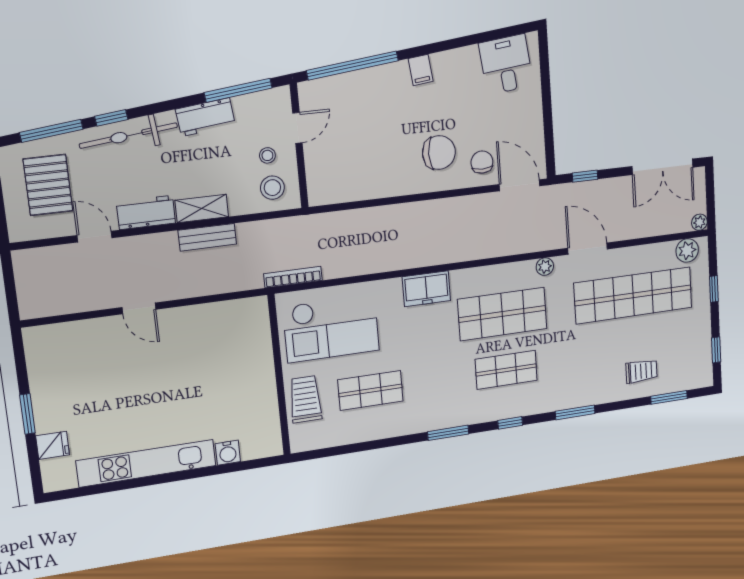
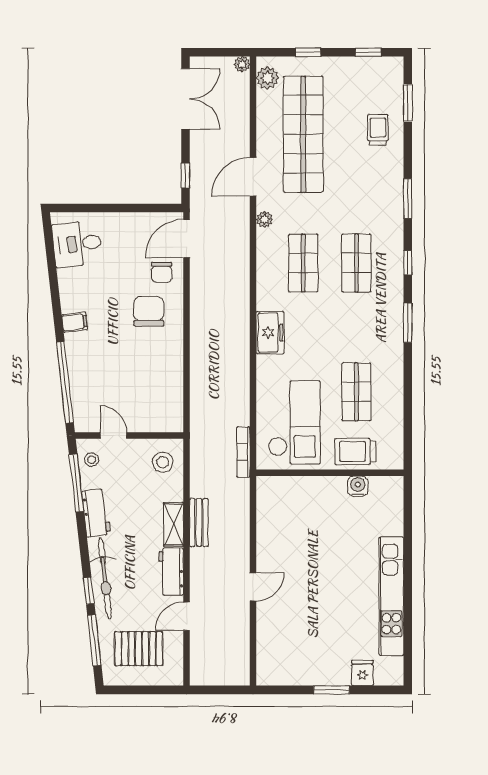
stool: (267, 155) -> (92, 460), moved
chair: (482, 162) -> (162, 272), turned -90
shop shelf: (502, 314) -> (303, 263), width x0.70, depth x0.74
water cooler: (228, 453) -> (358, 486), moved, turned -90

